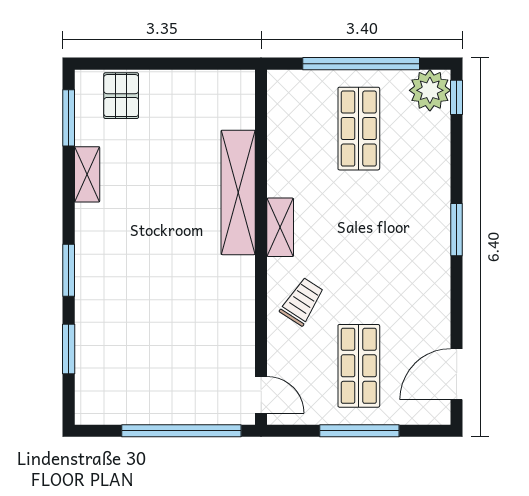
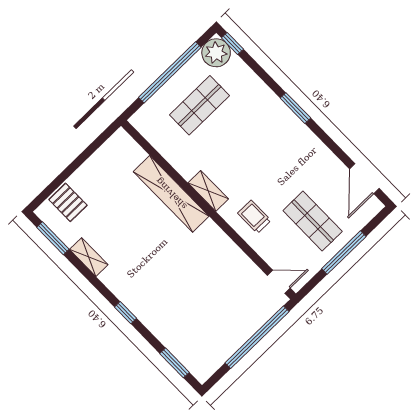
shop shelf: (359, 129) -> (200, 105), turned 90
window: (69, 270) -> (125, 313), width x0.67
trolley: (302, 301) -> (254, 217), turned -33
window: (69, 349) -> (174, 363), moved

